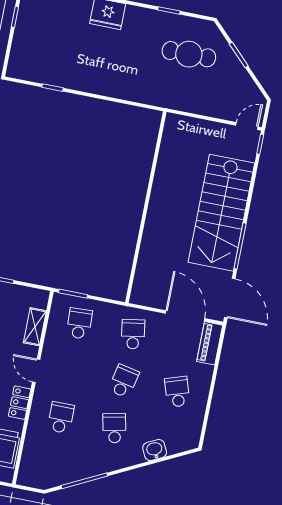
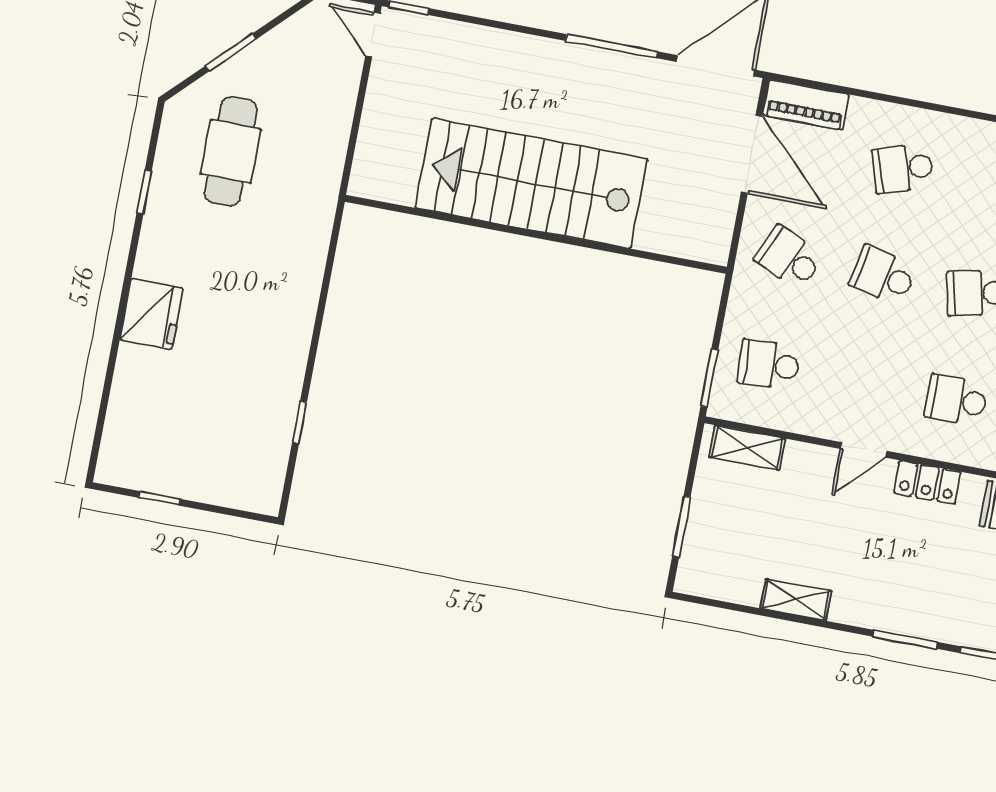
stairs: (221, 213) -> (531, 183), moved, turned 180
door: (185, 316) -> (752, 154), swing flipped
shelving: (35, 327) -> (747, 448), moved
school desk: (133, 334) -> (789, 258), turned 33

